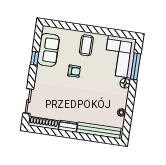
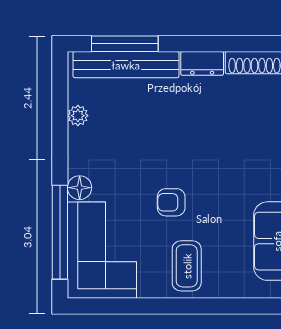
window: (136, 66) -> (60, 232), width x1.46
armchair: (74, 71) -> (171, 202), moved
window: (98, 139) -> (125, 44), added

